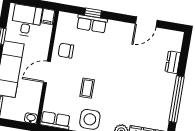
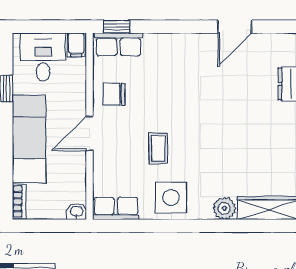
window: (93, 13) -> (117, 27), moved
row of seats: (92, 24) -> (118, 44), moved

